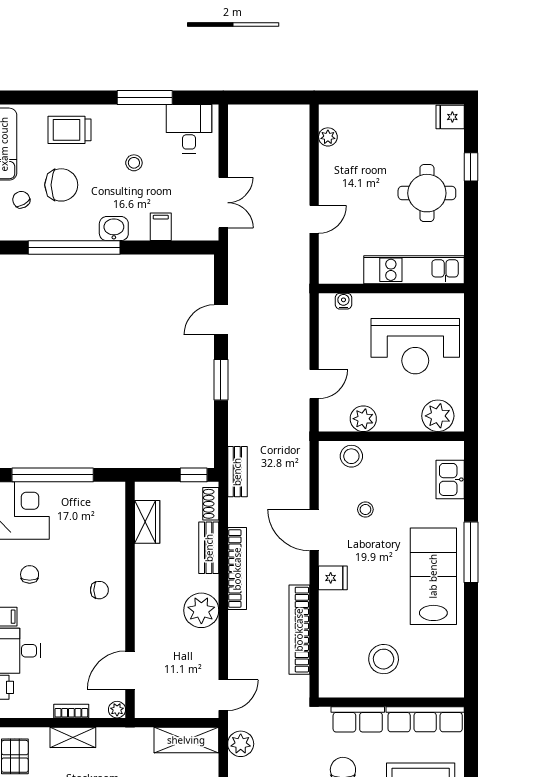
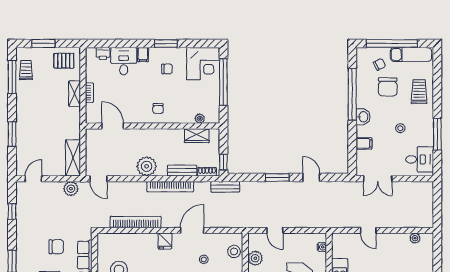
plant: (117, 710) -> (200, 119), moved

